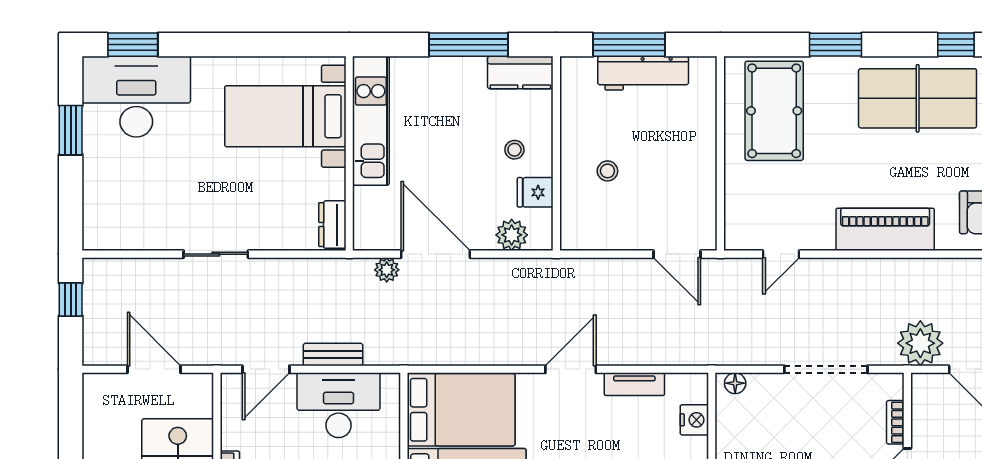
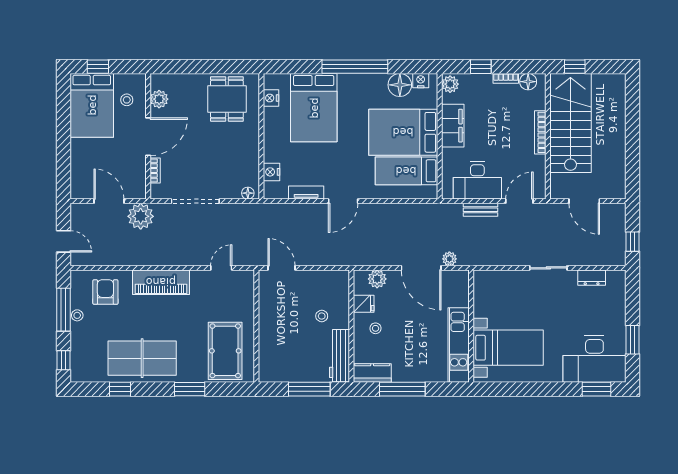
workbench: (643, 73) -> (339, 356), moved, turned -90
dresser: (332, 225) -> (592, 278), moved, turned 90
bed: (461, 410) -> (406, 171), width x0.67

